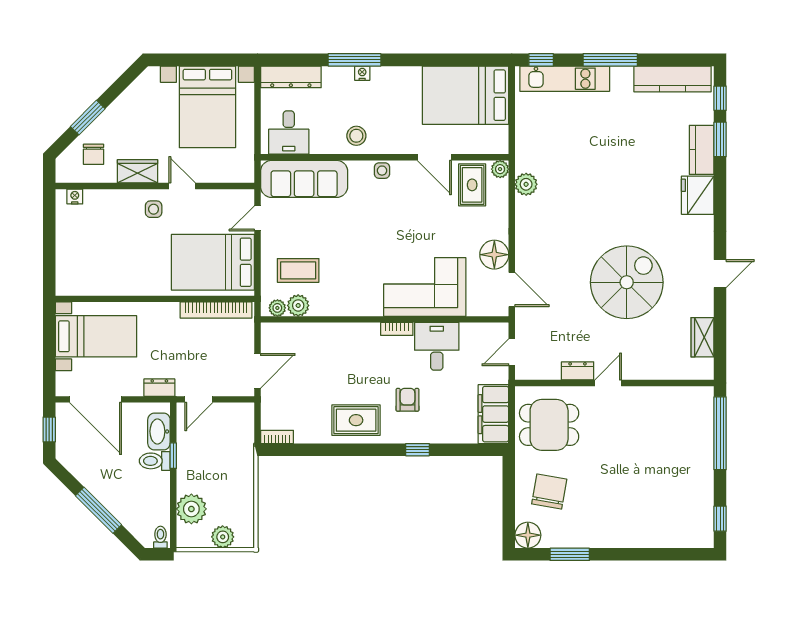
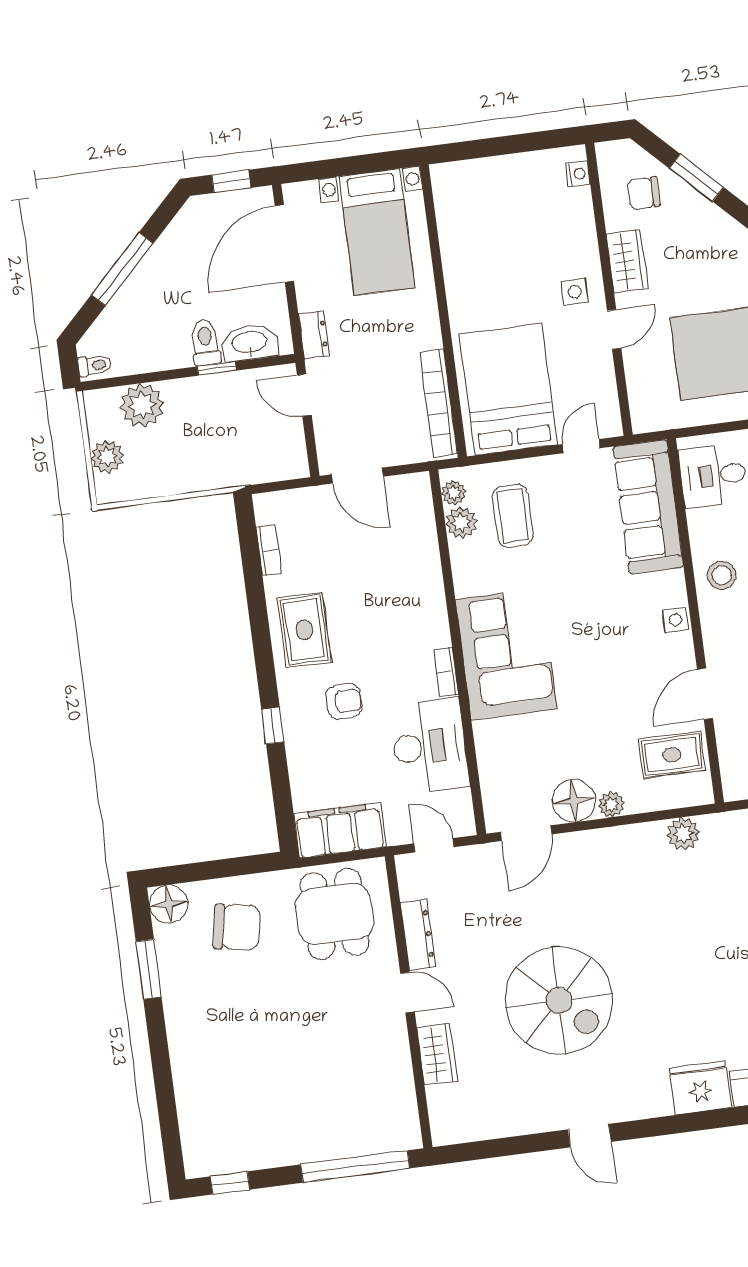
plant: (500, 169) -> (611, 804), moved
door: (257, 218) -> (581, 446), hinge flipped
corner sofa: (425, 287) -> (506, 654), moved
wardrobe: (702, 337) -> (437, 1054), moved, turned 90
desk: (437, 346) -> (430, 746), width x1.37
dresser: (578, 371) -> (418, 935), width x1.44
bookcase: (277, 437) -> (269, 550), moved

